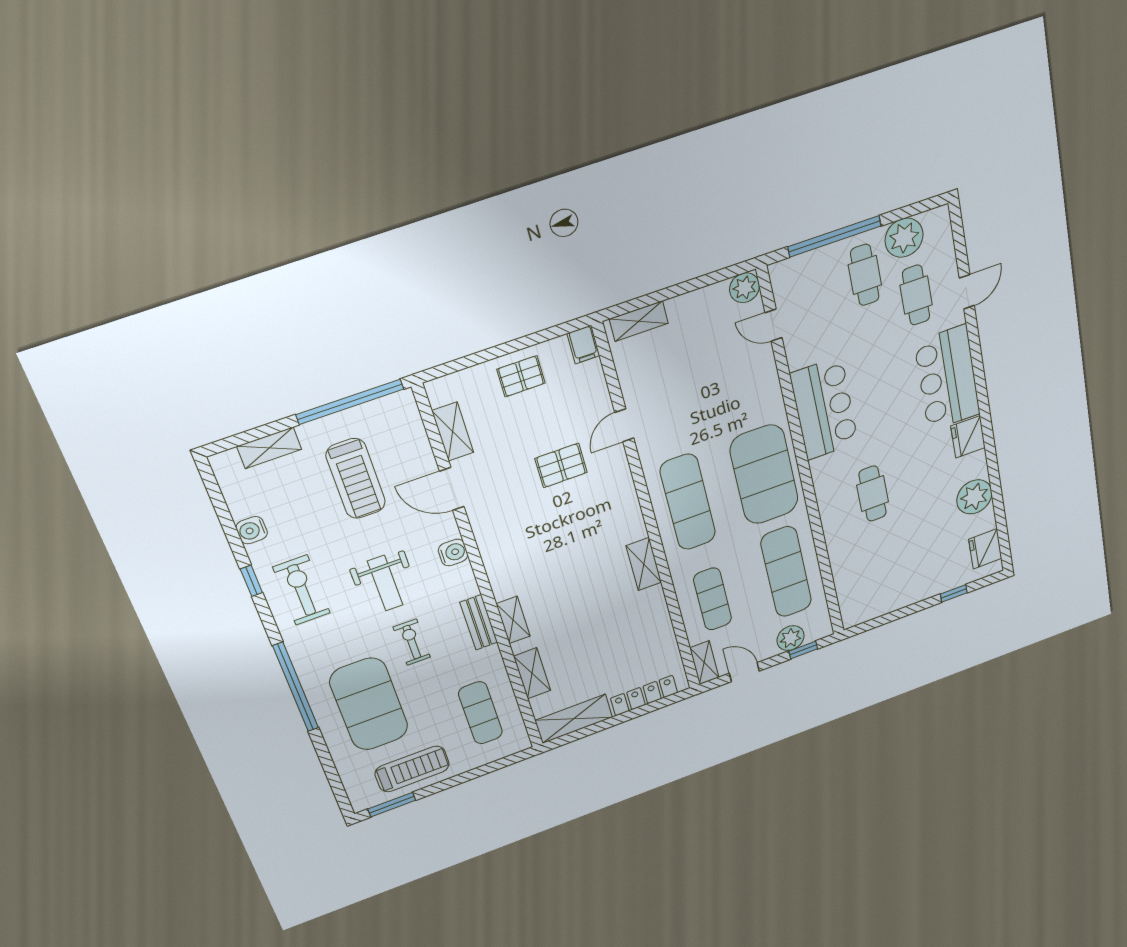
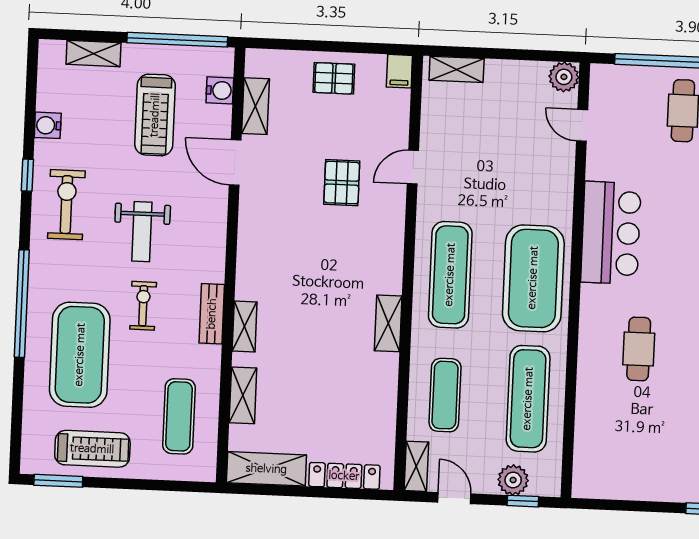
pallet: (561, 465) -> (342, 183), turned 90
water cooler: (453, 553) -> (220, 90), moved

